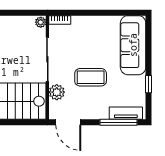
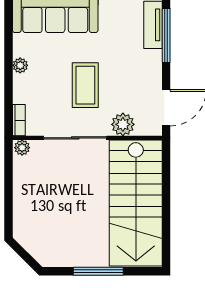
plant: (98, 21) -> (20, 65), added
coffee table: (91, 77) -> (85, 85), moved

